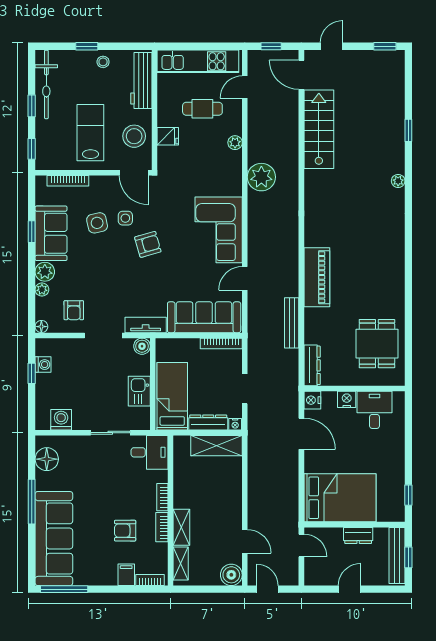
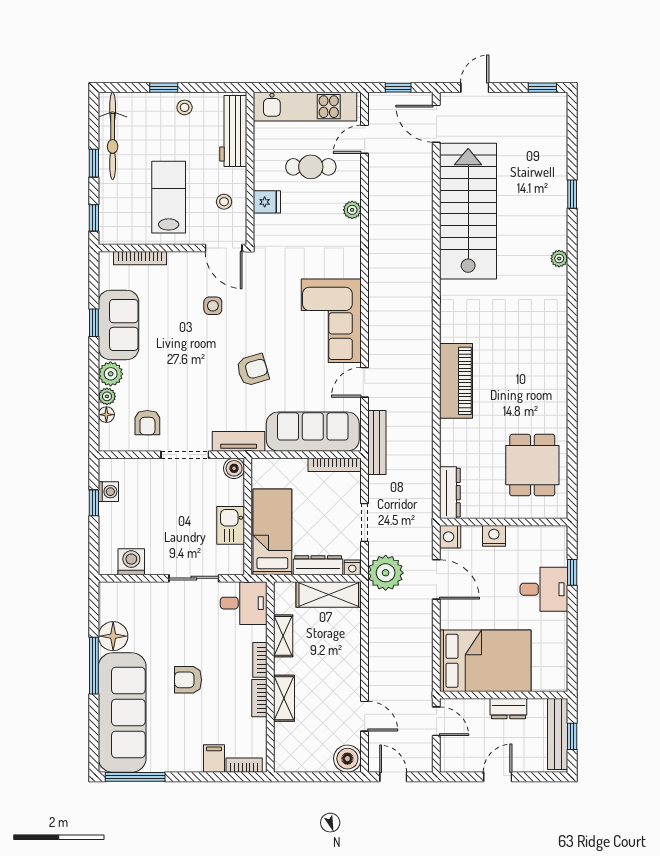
stairs: (319, 129) -> (468, 211), width x1.36, depth x1.51
stool: (134, 136) -> (224, 202), width x0.53, depth x0.53
plant: (261, 177) -> (386, 573), moved
side table: (97, 223) -> (177, 312), removed
armchair: (148, 244) -> (253, 370), moved
bench: (292, 323) -> (377, 442), moved
floor lamp: (41, 327) -> (106, 415), moved
desk: (374, 410) -> (544, 589), moved, turned 90
floor lamp: (47, 459) -> (113, 636), moved
window: (408, 495) -> (572, 572), moved
armchair: (125, 531) -> (188, 680), moved
shelving: (181, 563) -> (283, 636), moved

